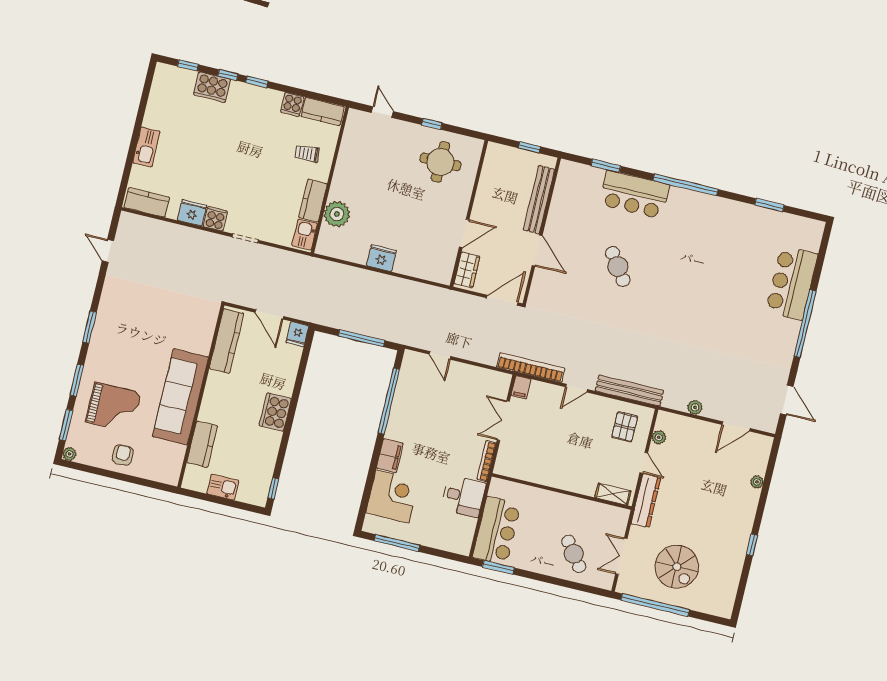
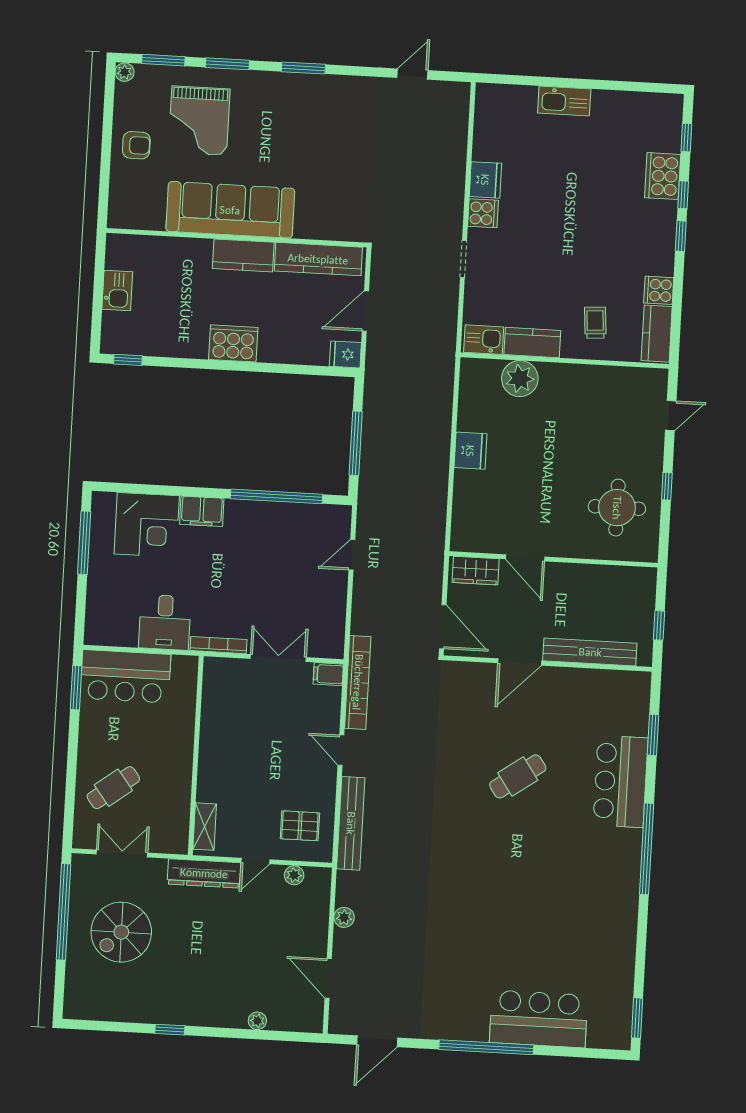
kitchen counter: (147, 202) -> (488, 115), removed
window: (769, 205) -> (637, 1018), moved
kitchen counter: (202, 444) -> (243, 255), moved

